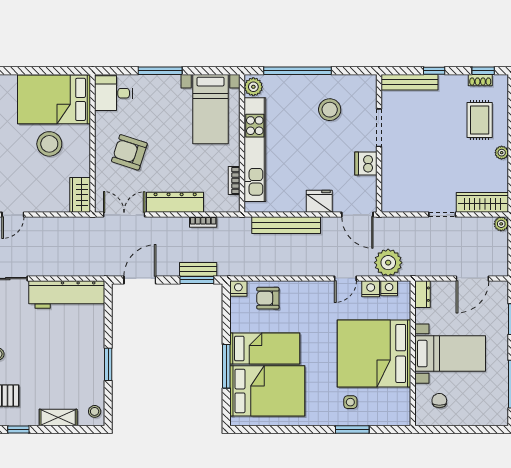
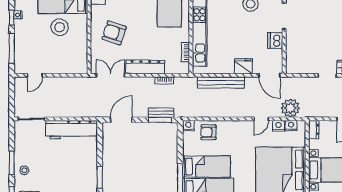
wardrobe: (80, 195) -> (81, 62), removed

